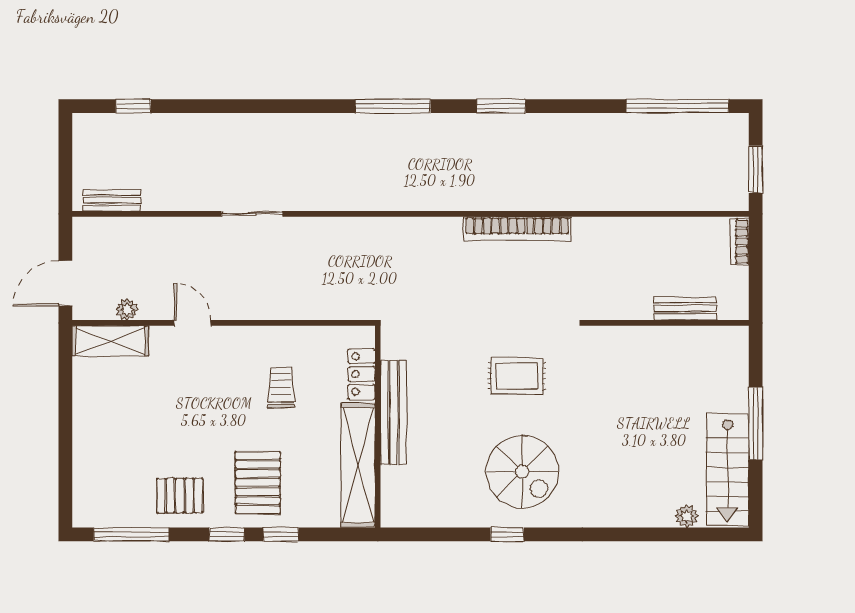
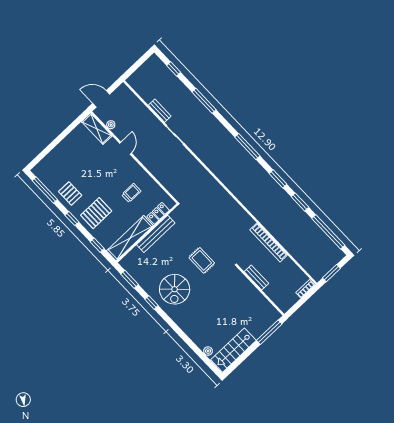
window: (240, 106) -> (204, 101), added
window: (578, 106) -> (300, 202), added
bench: (112, 200) -> (160, 111), moved
bookcase: (517, 229) -> (268, 242), moved
bench: (685, 308) -> (256, 278), moved
window: (756, 424) -> (269, 332), moved
window: (281, 534) -> (97, 245), moved
window: (430, 534) -> (129, 279), added

